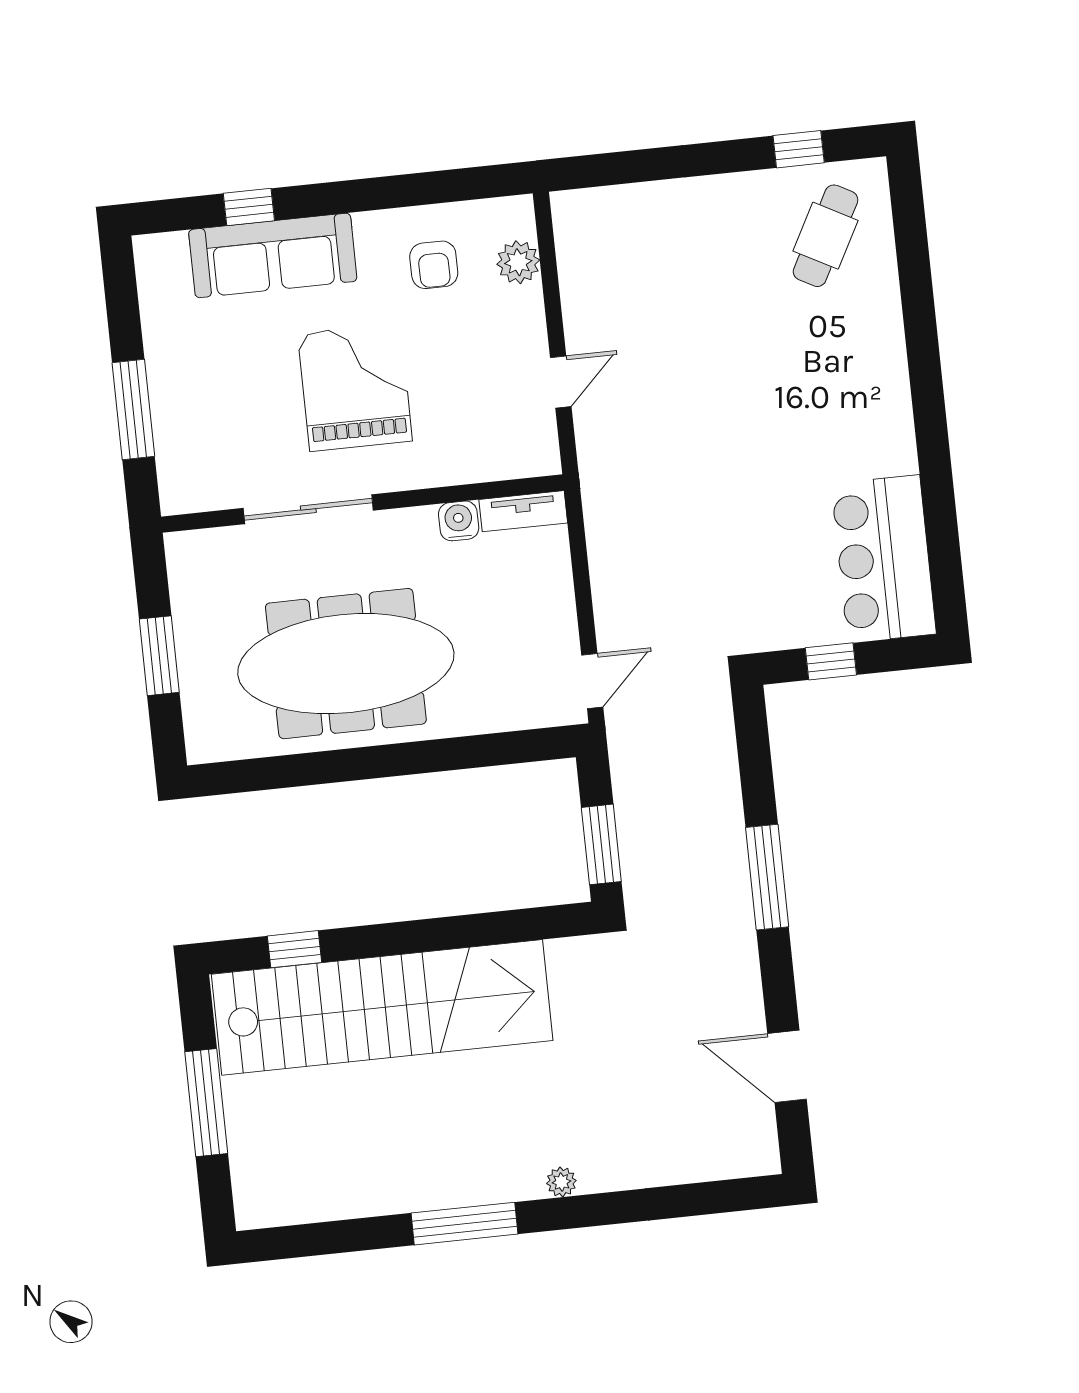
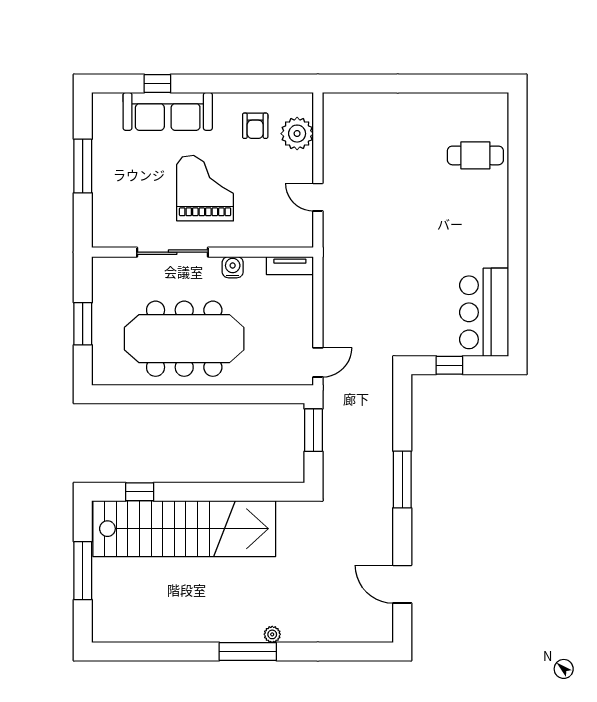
window: (799, 149) -> (461, 84), removed
cafe table: (826, 236) -> (475, 155), moved, turned 62
plant: (518, 262) -> (297, 134), width x1.36, depth x1.36
door: (561, 382) -> (318, 197), swing flipped
window: (133, 410) -> (83, 166), moved
water cooler: (459, 521) -> (233, 267), moved
window: (601, 844) -> (313, 430), moved
window: (465, 1224) -> (248, 652), moved

